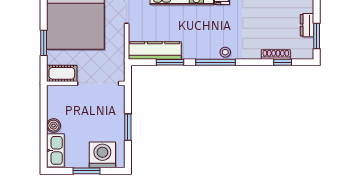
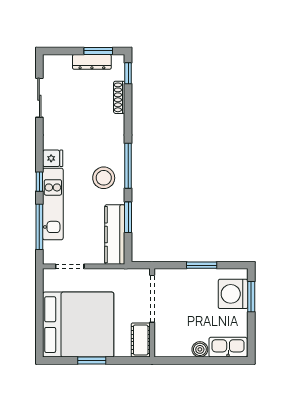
dresser: (307, 25) -> (92, 62), width x1.44
window: (44, 43) -> (92, 361), moved
stool: (225, 52) -> (104, 178), moved, width x1.89, depth x1.89
window: (283, 62) -> (128, 73), moved
window: (86, 171) -> (251, 297), moved

